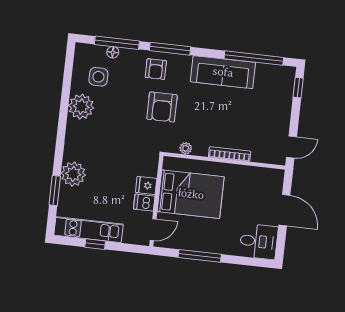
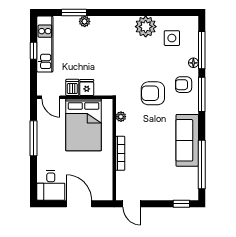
floor lamp: (113, 52) -> (193, 63), moved
plant: (73, 174) -> (85, 21), width x0.53, depth x0.53
door: (284, 210) -> (79, 204), swing flipped

